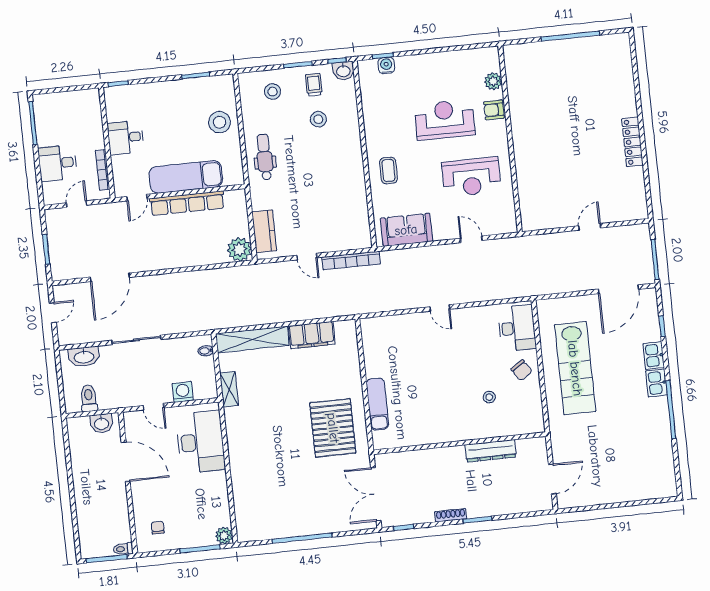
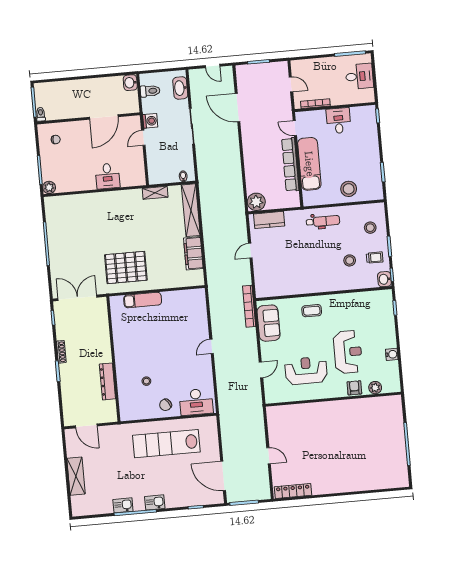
water cooler: (386, 65) -> (392, 354), moved
locker: (632, 142) -> (293, 491), moved
desk: (58, 163) -> (359, 76), moved, turned 90
reception desk: (471, 177) -> (306, 371), turned 90
bookcase: (351, 260) -> (249, 306), moved
kitchen sink: (654, 356) -> (123, 505), moved
washing machine: (183, 392) -> (150, 121), moved
washbasin: (102, 423) -> (130, 83), moved
desk: (200, 442) -> (107, 176), width x0.53, depth x0.77
shelving: (622, 492) -> (76, 476), added

